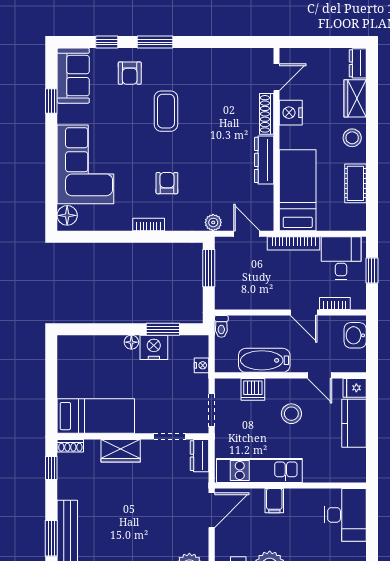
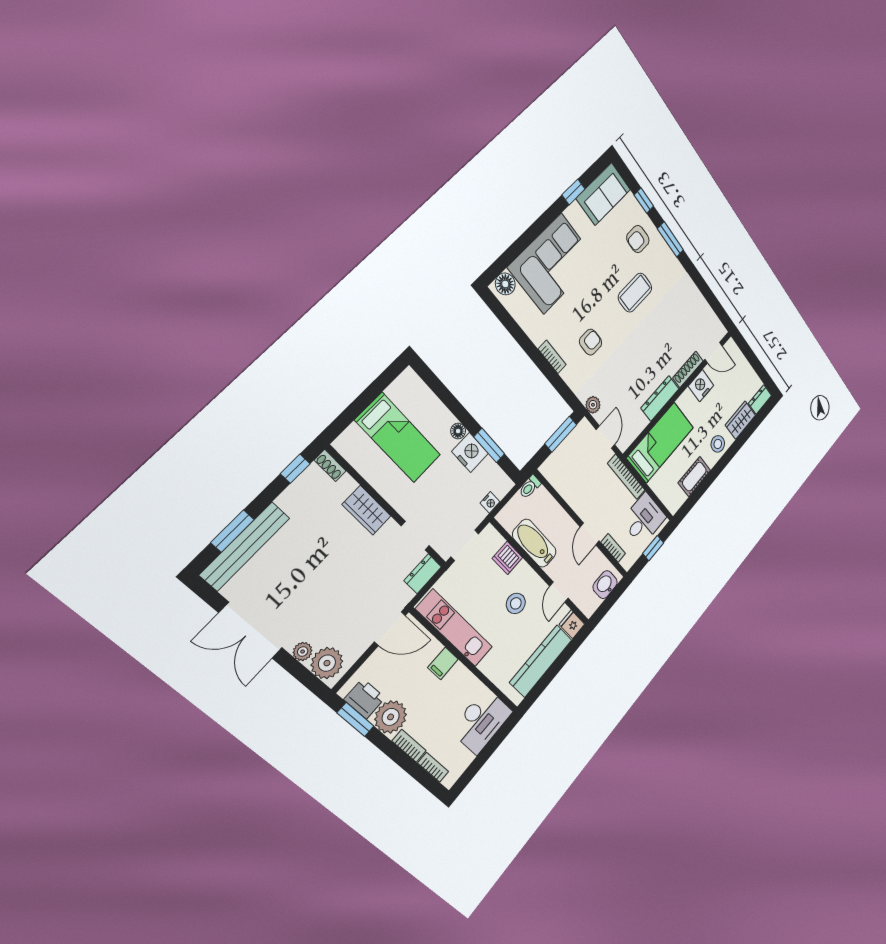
bed: (96, 416) -> (398, 438), moved
kitchen counter: (354, 423) -> (541, 661), width x1.50

